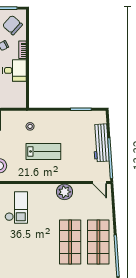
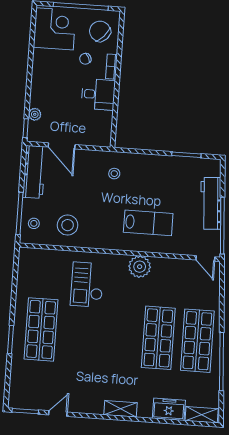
lab bench: (43, 151) -> (148, 223), moved
plant: (65, 192) -> (140, 267), moved
checkout: (16, 207) -> (87, 285), turned 180

